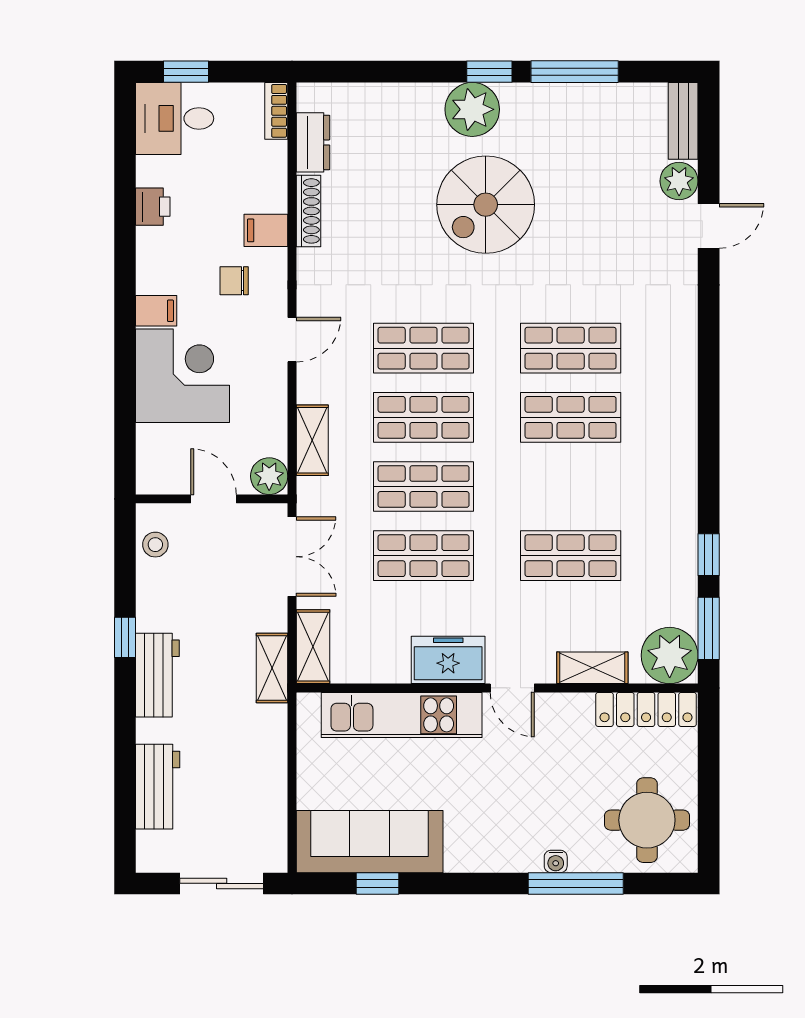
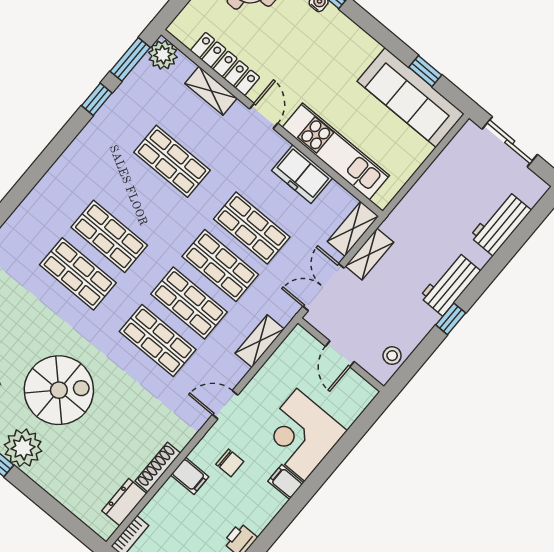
plant: (269, 476) -> (299, 341), removed
plant: (670, 655) -> (163, 55), width x0.73, depth x0.73
freezer: (448, 660) -> (302, 174), moved
shelving: (272, 668) -> (369, 254), moved
locker: (646, 709) -> (225, 64), moved

